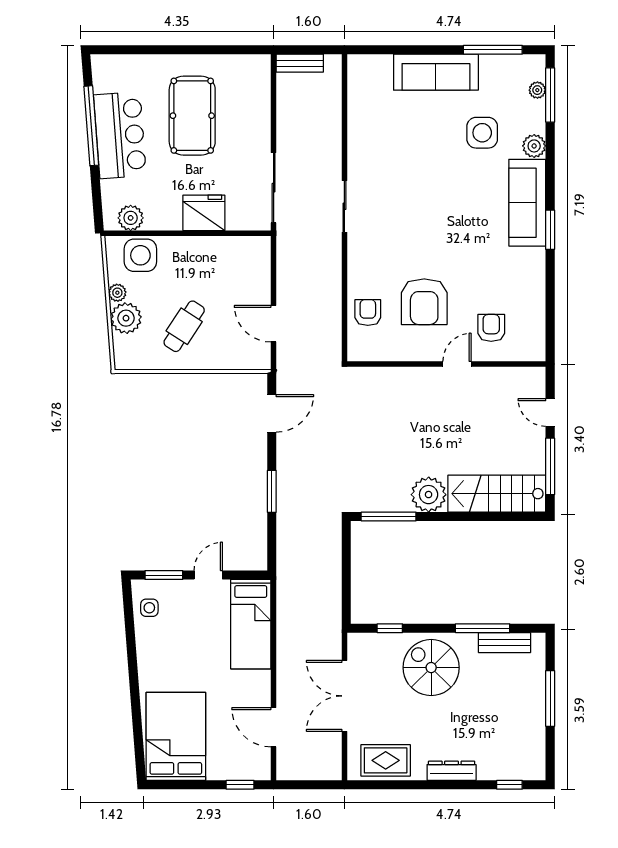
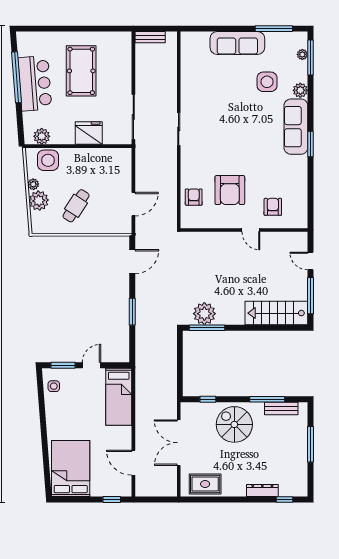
door: (274, 324) -> (133, 204), swing flipped
door: (457, 364) -> (251, 230), swing flipped
plant: (429, 495) -> (204, 314), moved
dresser: (452, 771) -> (262, 491), moved

